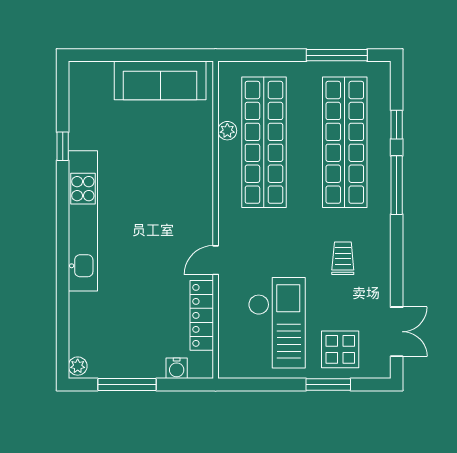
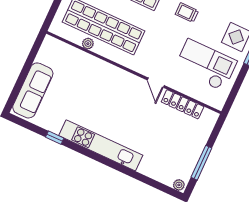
sofa: (160, 80) -> (33, 90), moved
water cooler: (177, 368) -> (205, 131), removed

